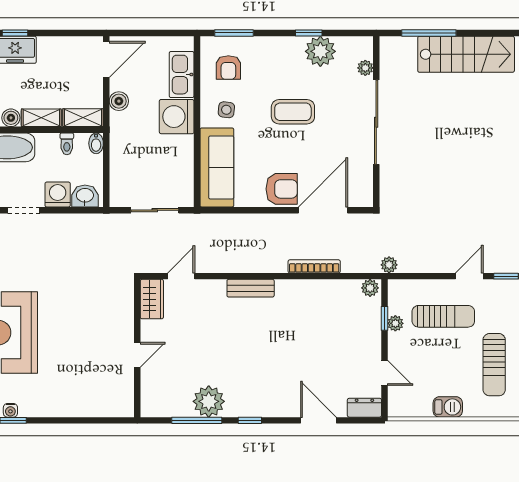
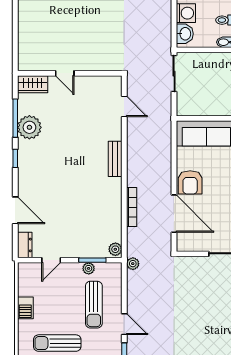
sliding door: (155, 210) -> (174, 74), moved
wardrobe: (152, 299) -> (33, 84), moved
window: (384, 318) -> (92, 260), width x1.50
door: (319, 420) -> (15, 210), hinge flipped

